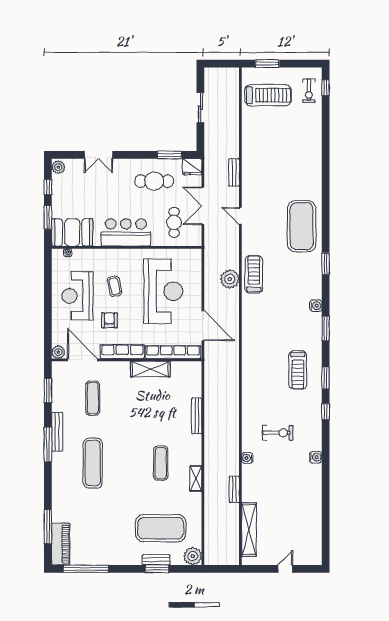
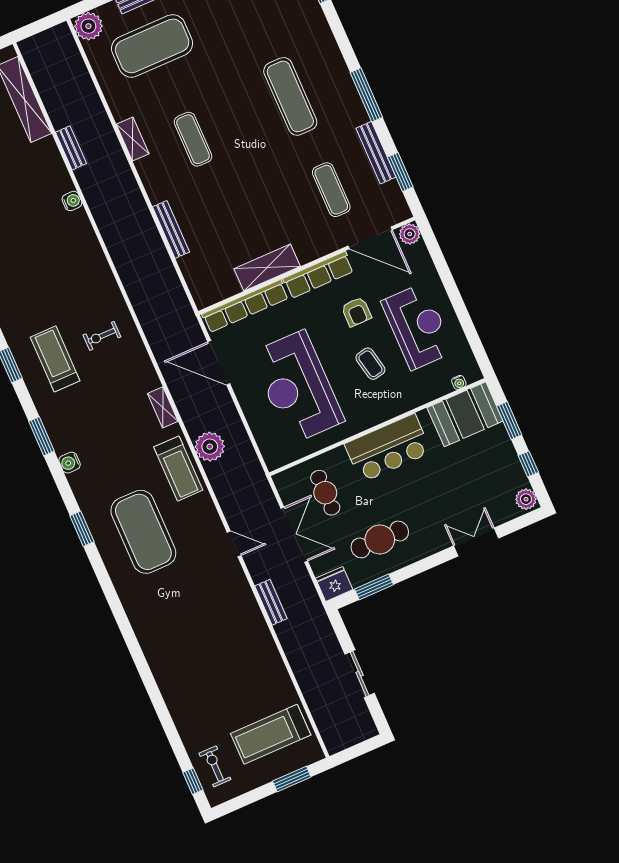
exercise mat: (302, 226) -> (143, 532), moved
shelving: (247, 314) -> (163, 407), added
bench: (57, 432) -> (376, 153), moved
exercise bike: (278, 433) -> (102, 336), moved, width x0.73, depth x0.72

